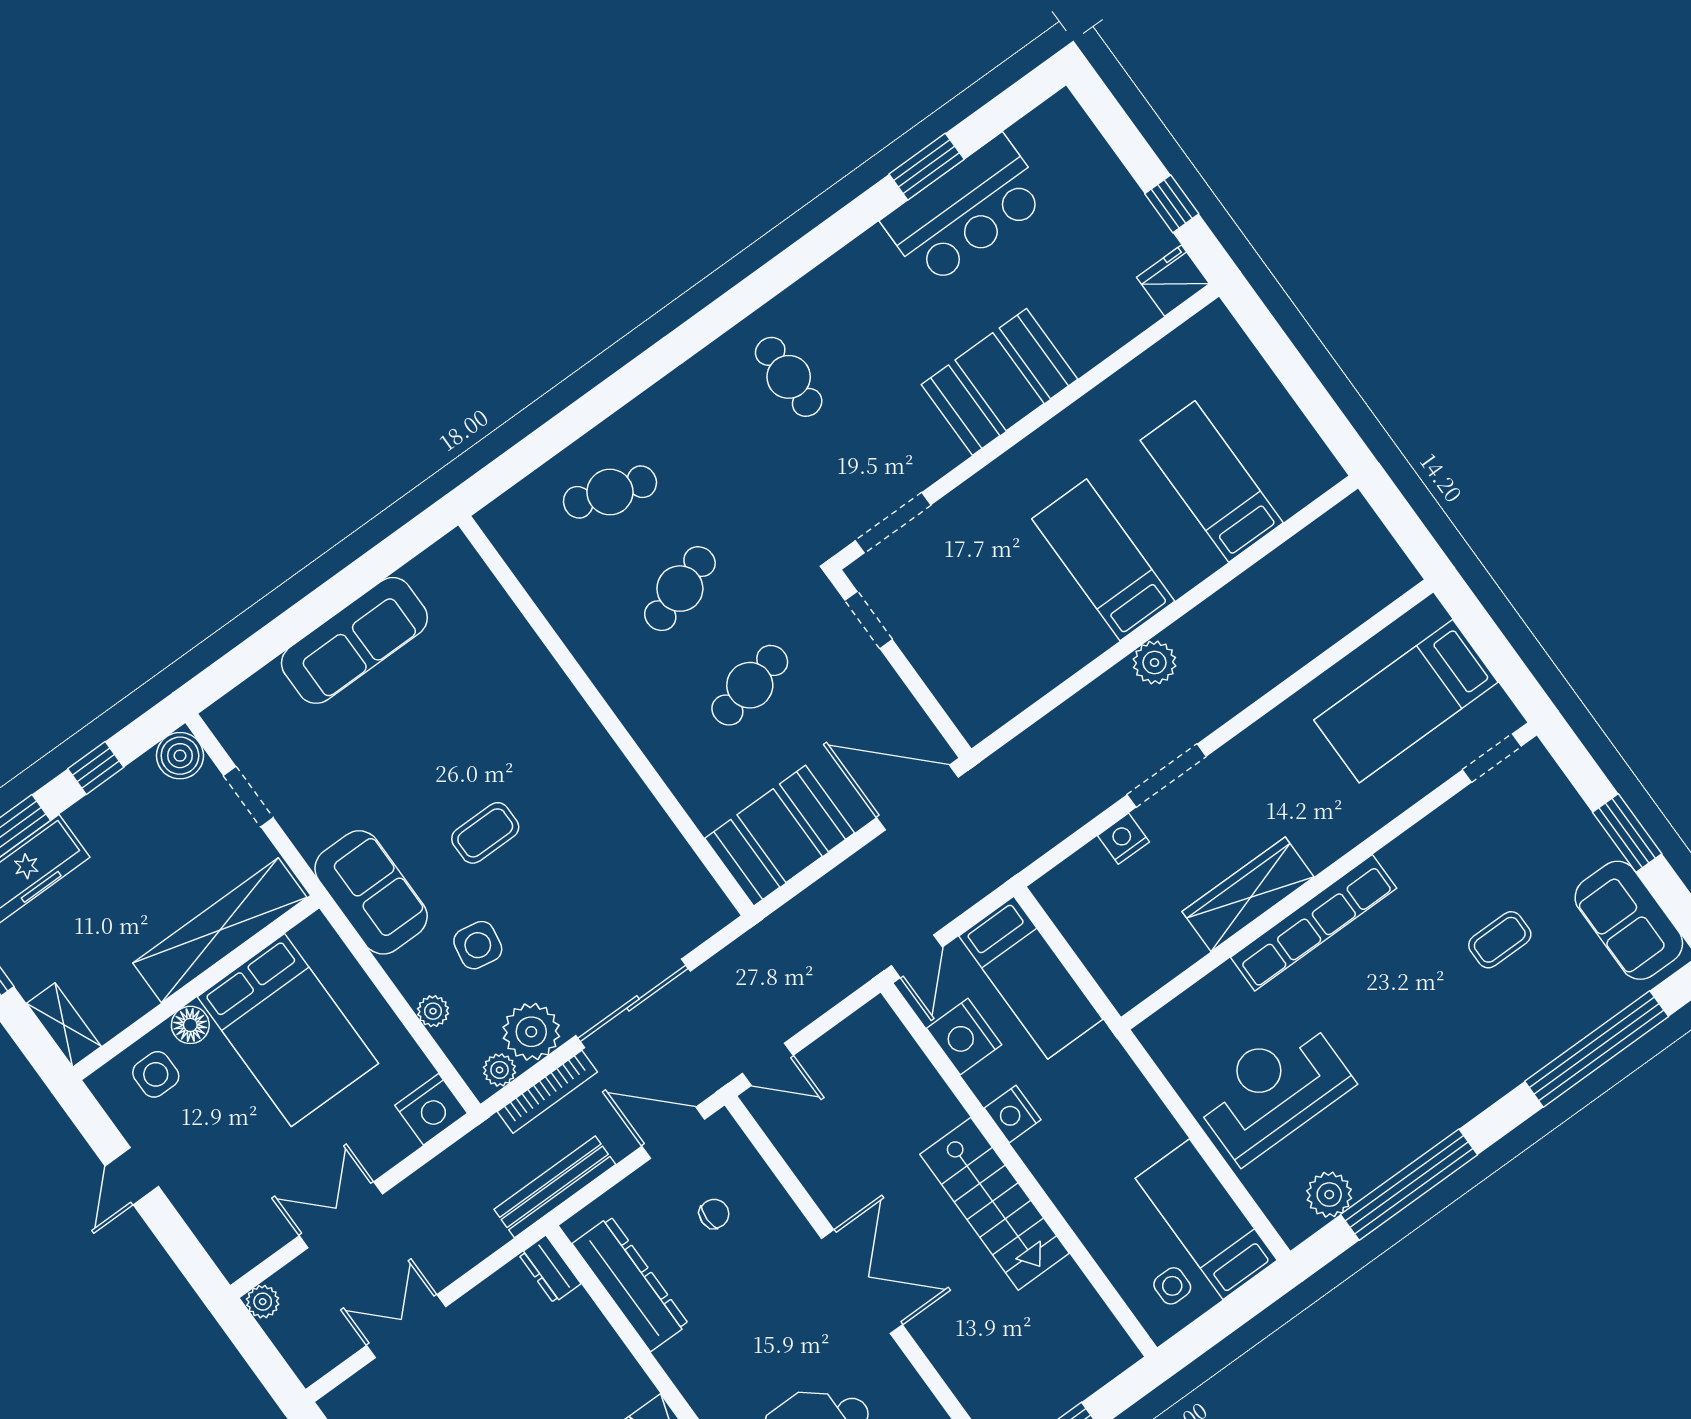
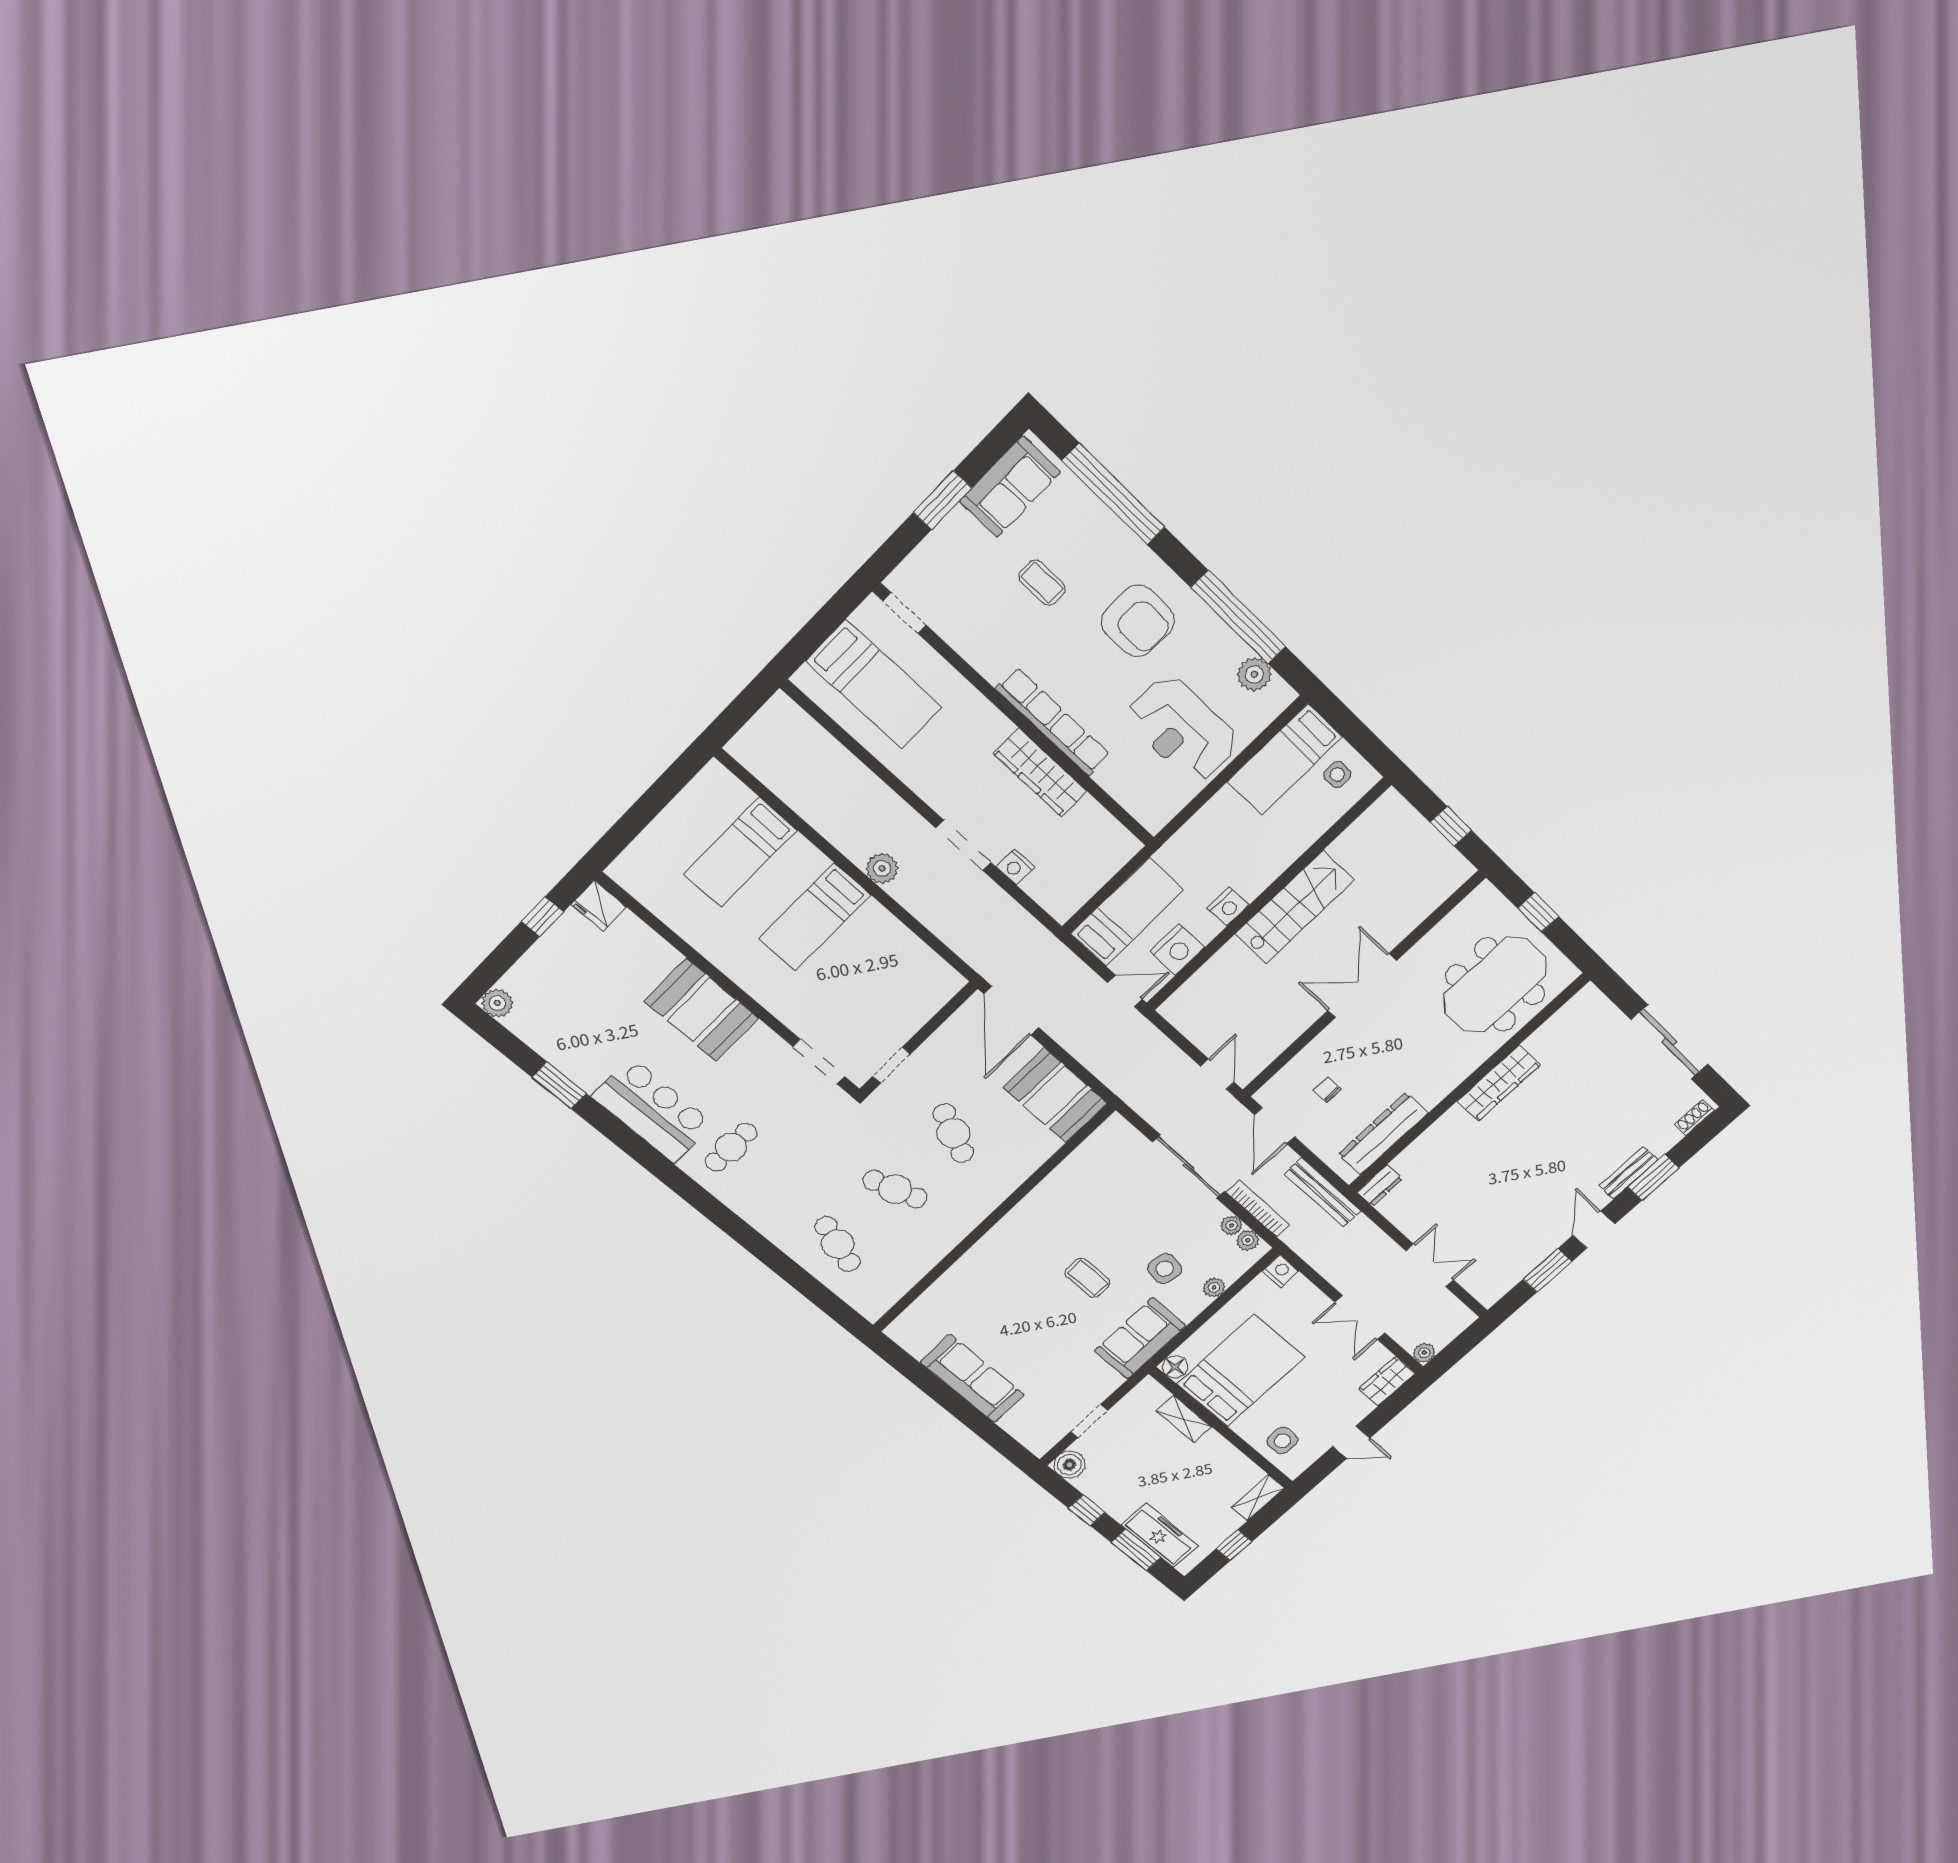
plant: (1061, 114) -> (497, 1003), added
bar counter: (965, 211) -> (653, 1110), moved
cafe table: (750, 685) -> (953, 1133), turned 36
shelving: (220, 930) -> (1184, 1419), width x0.45, depth x0.75
floor lamp: (190, 1025) -> (1175, 1367), moved
plant: (531, 1032) -> (1232, 1225), width x0.53, depth x0.53
armchair: (1428, 1054) -> (1138, 621), added
nightstand: (431, 1109) -> (1280, 1271), width x0.74, depth x0.75
wardrobe: (226, 1241) -> (1387, 1381), added
double door: (406, 1326) -> (1430, 1265), swing flipped

